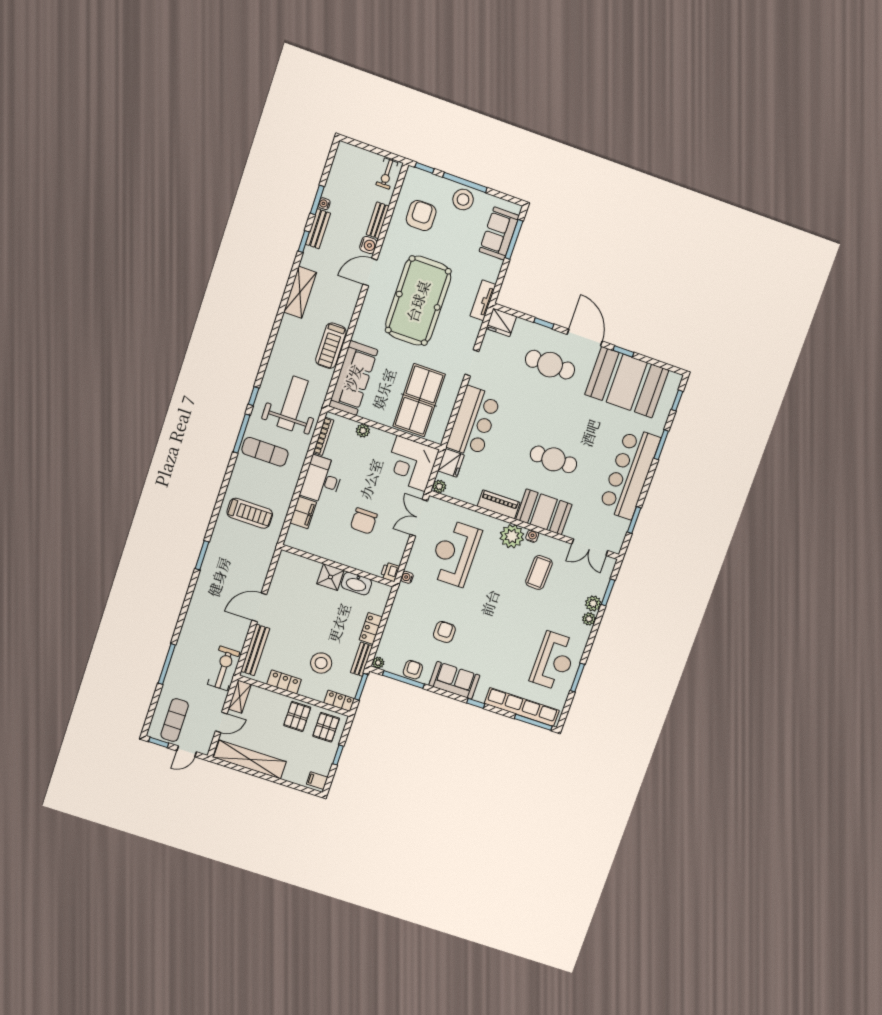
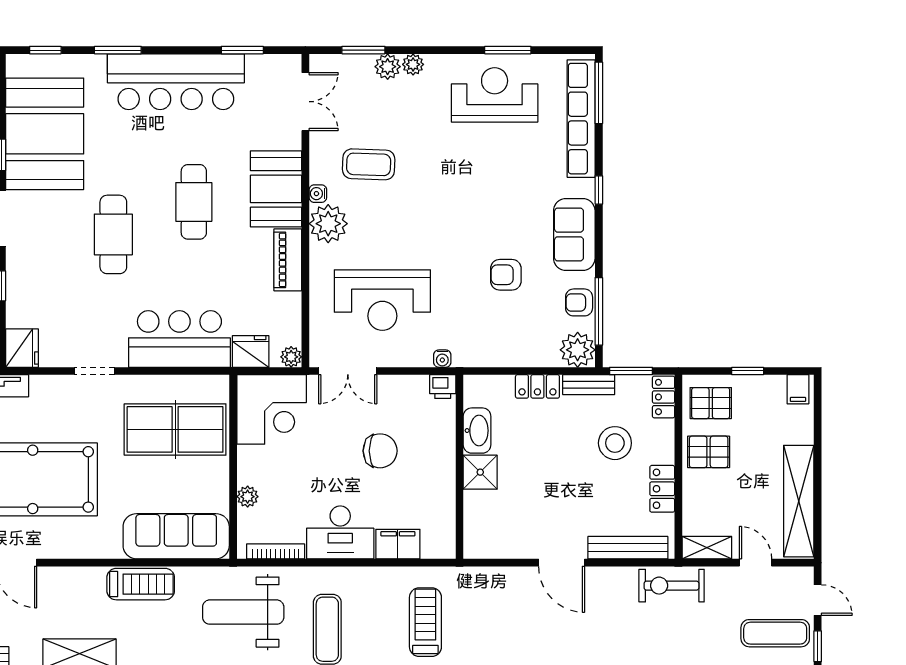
cafe table: (550, 365) -> (113, 234), moved
plant: (378, 663) -> (578, 350), width x1.88, depth x1.88

